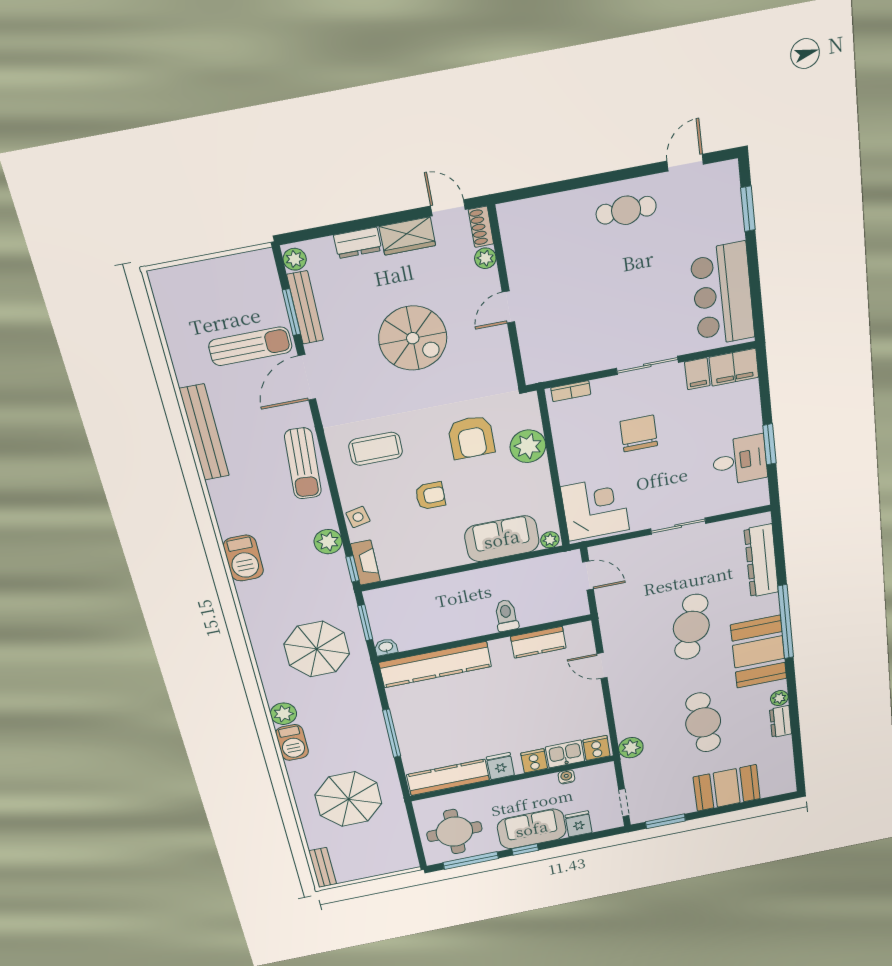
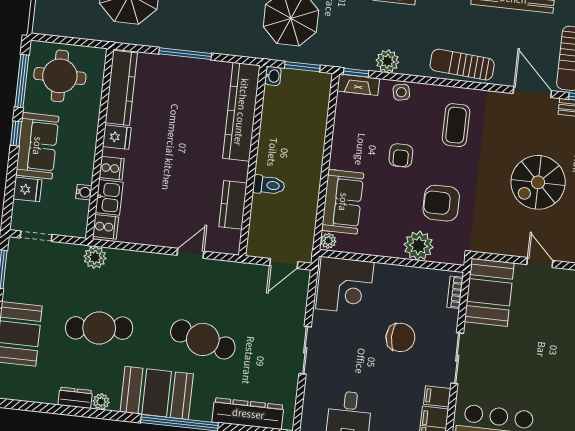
booth: (560, 353) -> (489, 292), added

